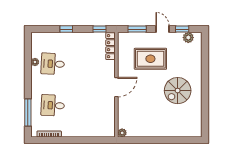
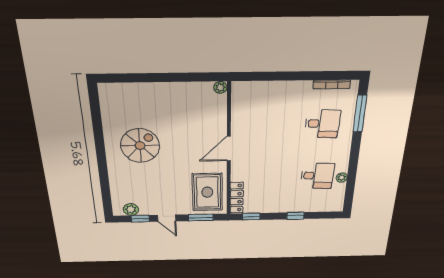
rug: (150, 59) -> (207, 192), moved, turned 90

